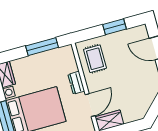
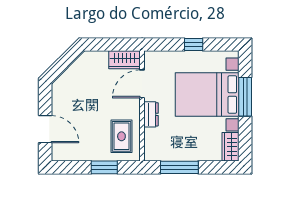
window: (114, 27) -> (104, 167), moved

